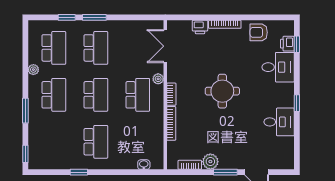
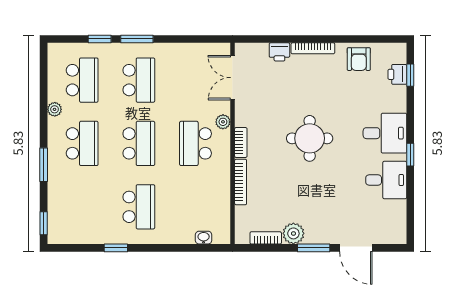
armchair: (259, 32) -> (359, 59), turned -90
desk: (278, 67) -> (385, 133), moved
school desk: (138, 95) -> (195, 143), turned 180

